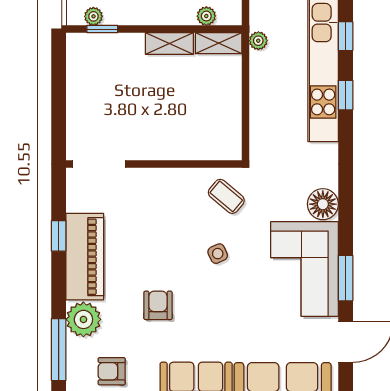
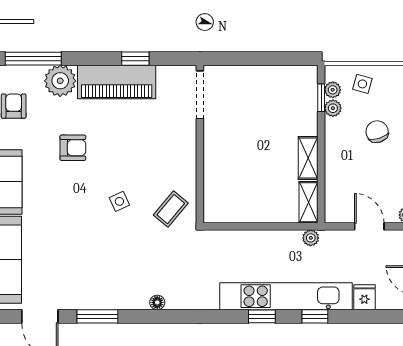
plant: (206, 16) -> (333, 108), moved
floor lamp: (323, 204) -> (157, 302), width x0.53, depth x0.53
corner sofa: (305, 269) -> (106, 279), removed

